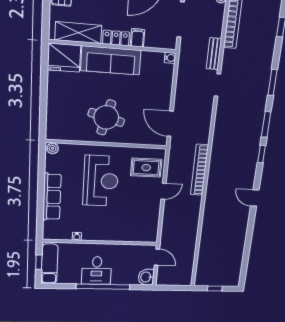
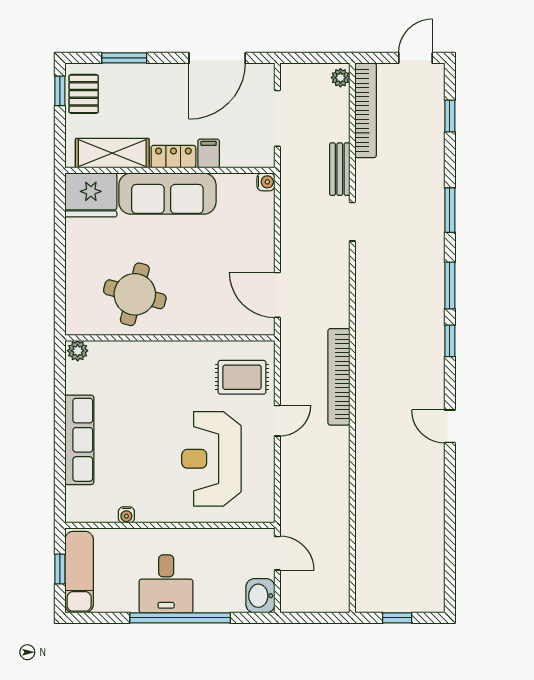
round table: (106, 117) -> (135, 294), moved
reception desk: (101, 181) -> (211, 459), moved, turned 180

